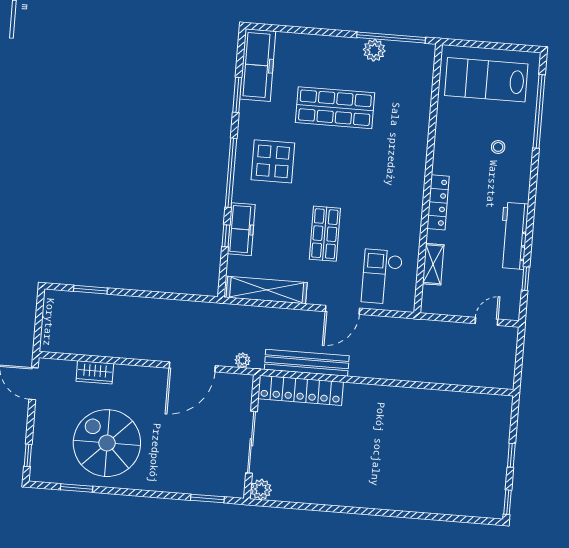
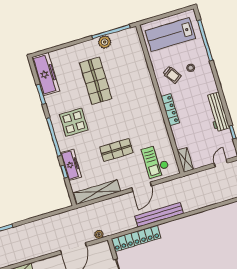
shop shelf: (335, 108) -> (96, 81), turned 90
trolley: (463, 147) -> (172, 75), added
shop shelf: (325, 234) -> (116, 150), turned 90
shelving: (433, 264) -> (185, 160), moved
bench: (307, 363) -> (159, 215), moved

